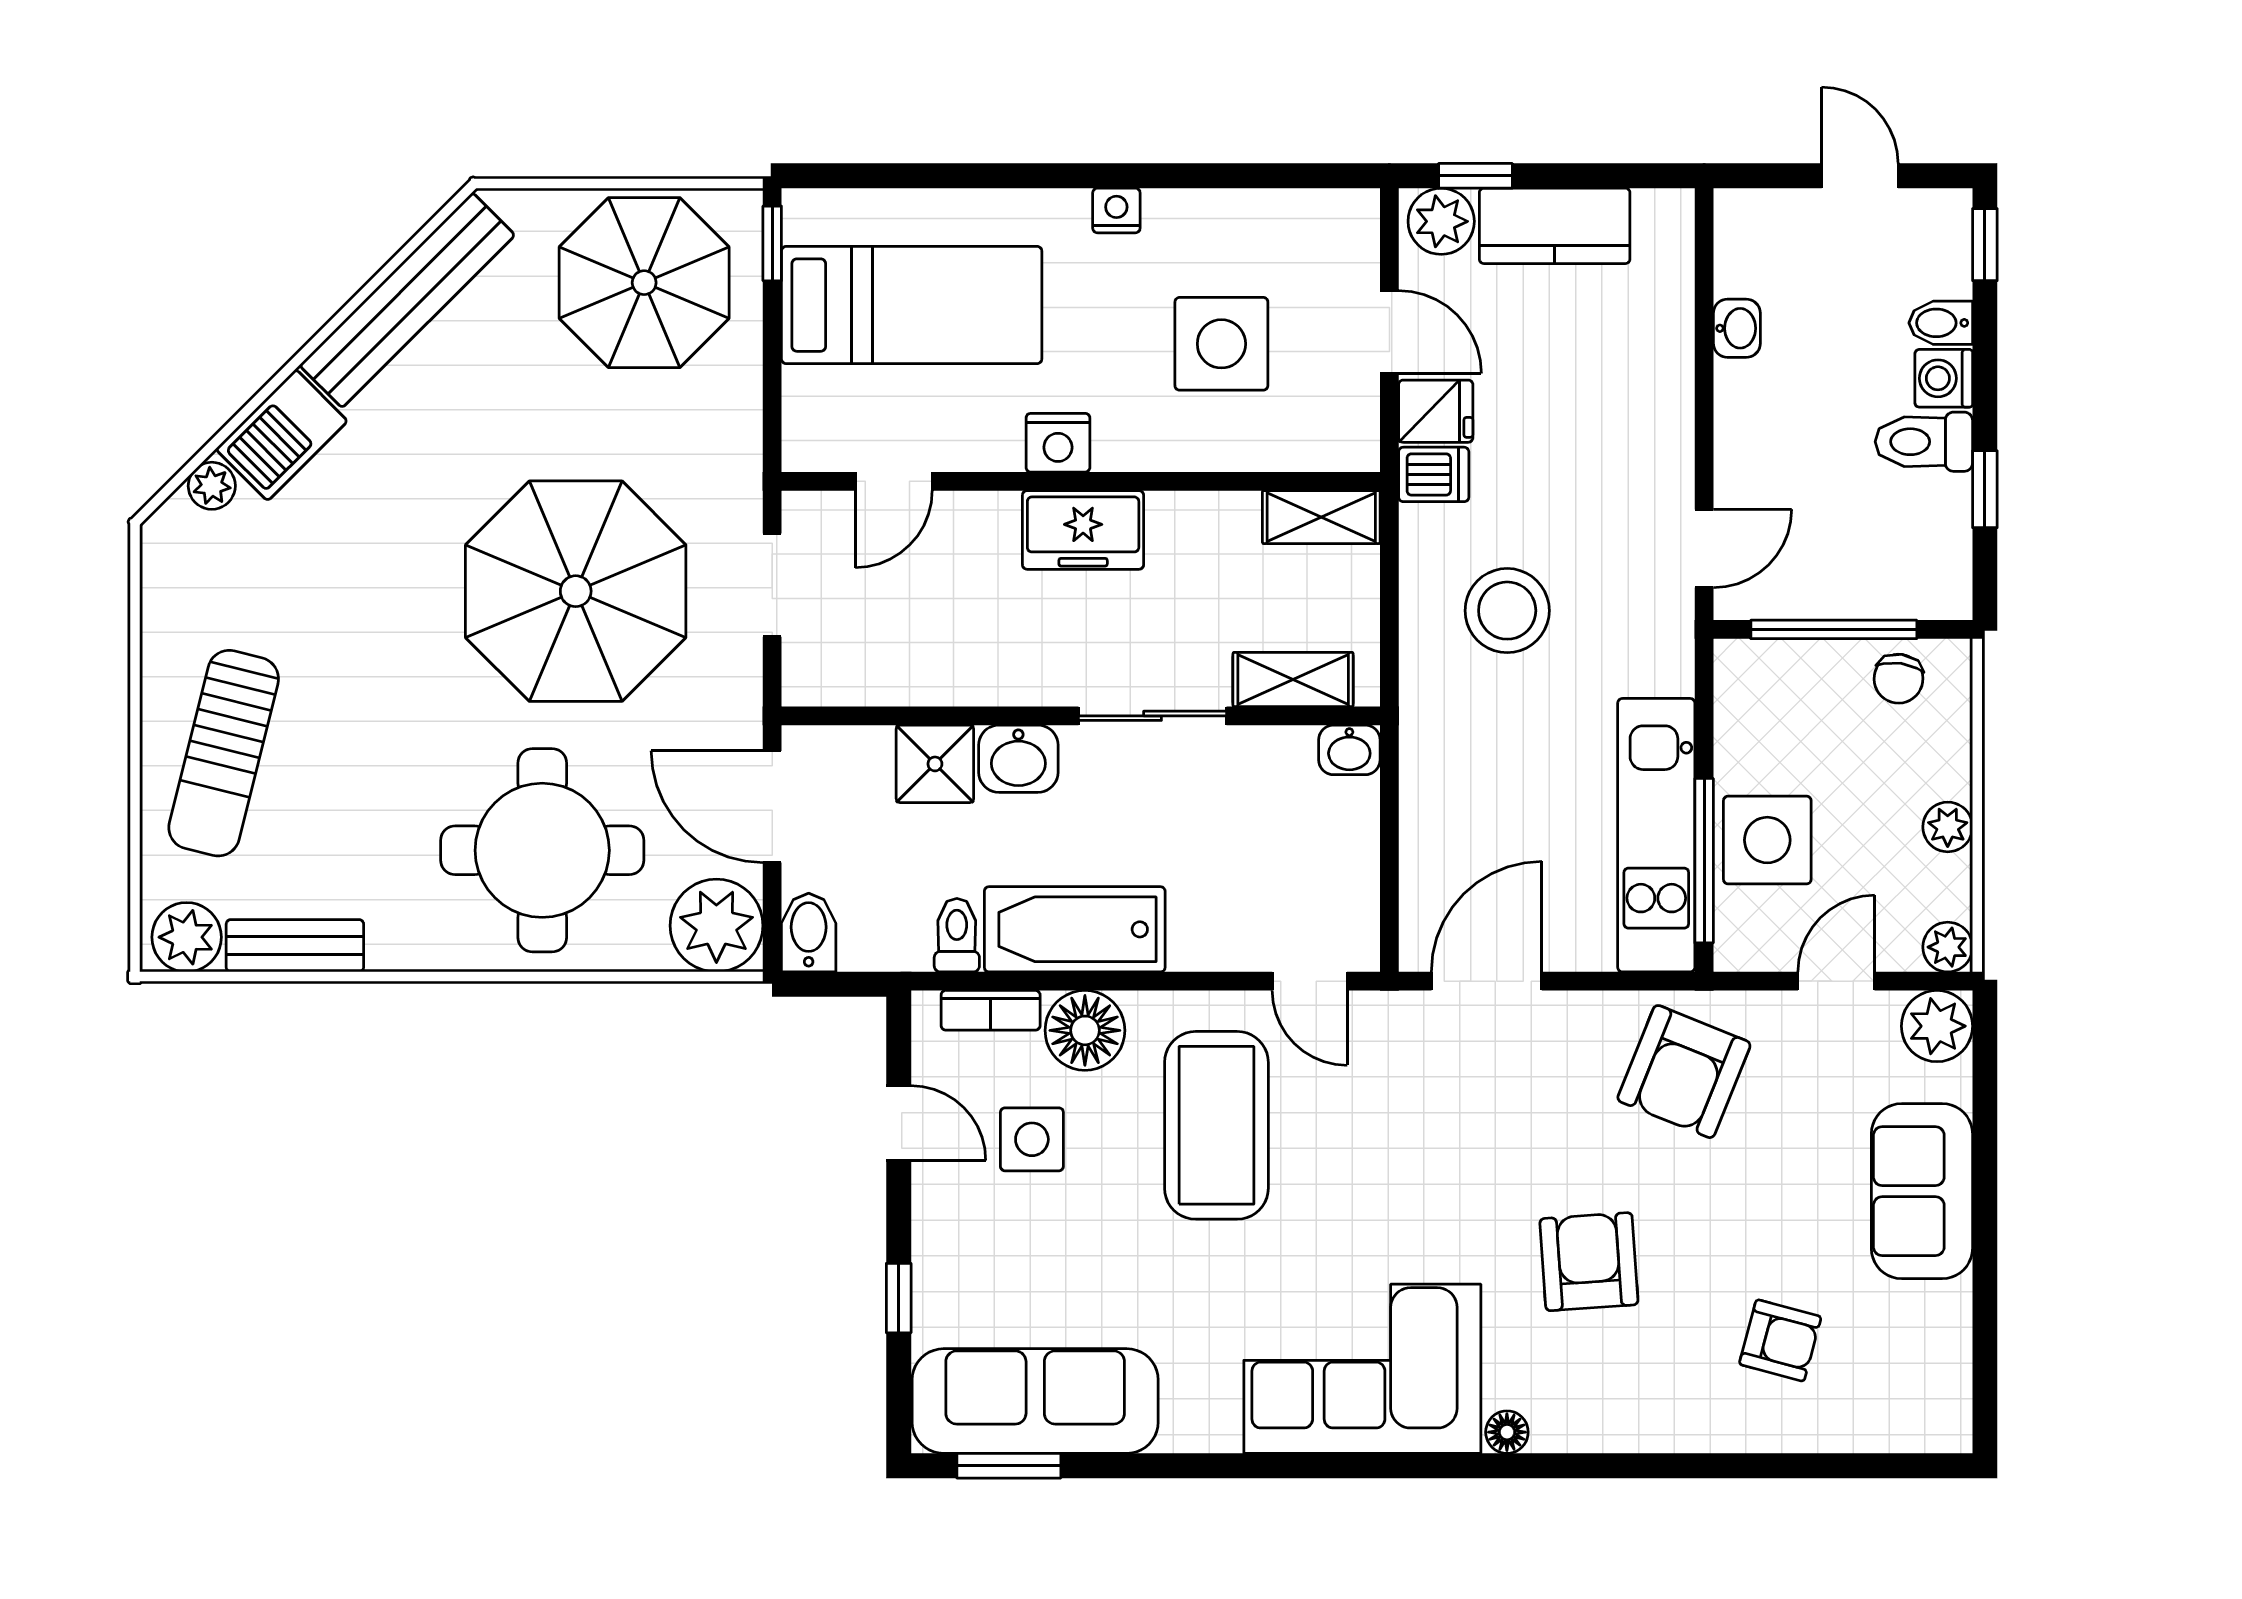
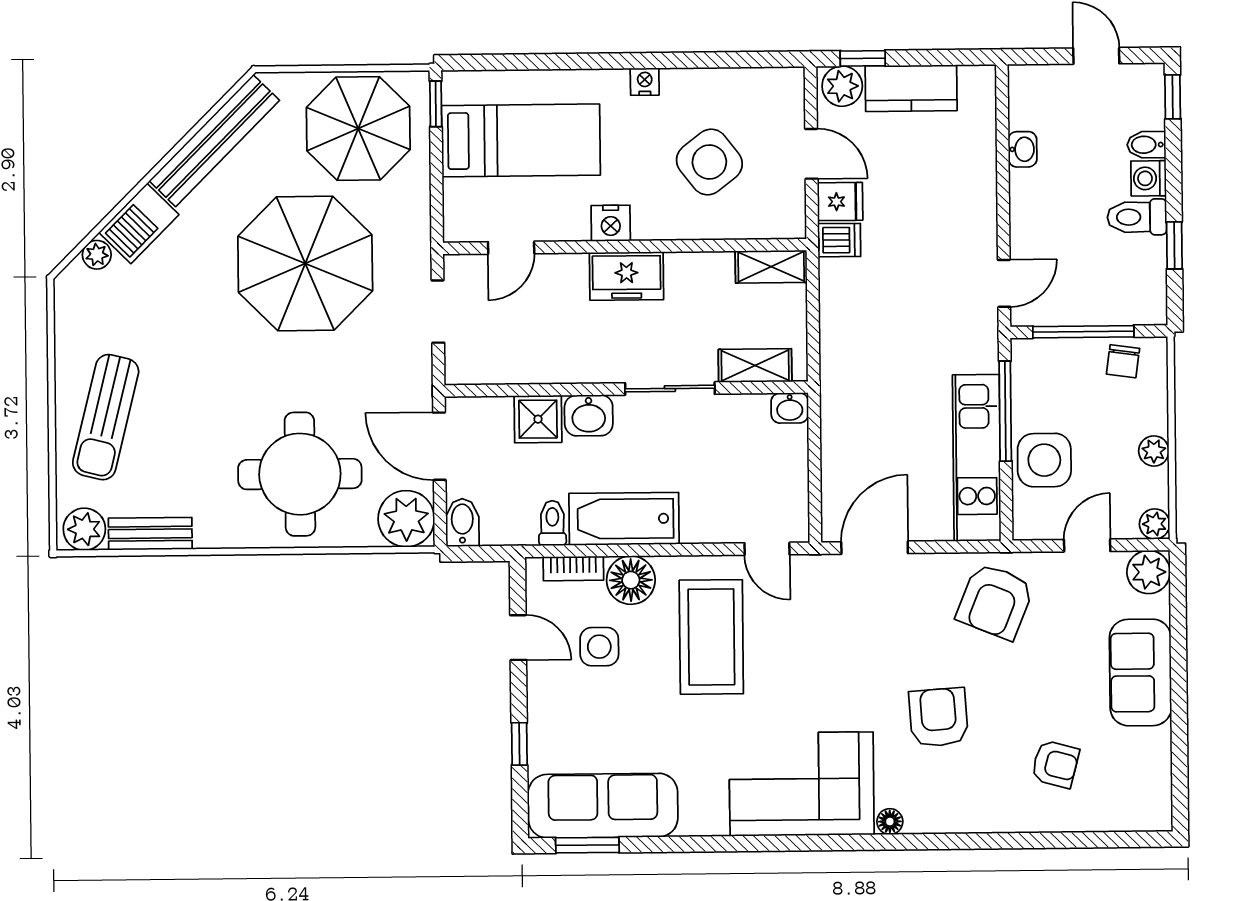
side table: (1221, 344) -> (709, 162), turned -38
parasol: (576, 591) -> (305, 263), moved
stool: (1507, 611) -> (885, 322), removed
window: (1704, 861) -> (1005, 411), moved

